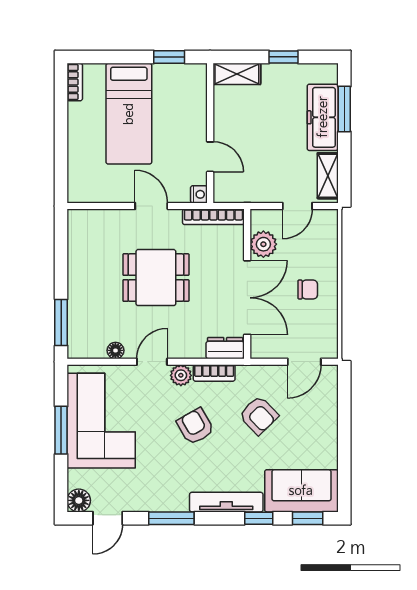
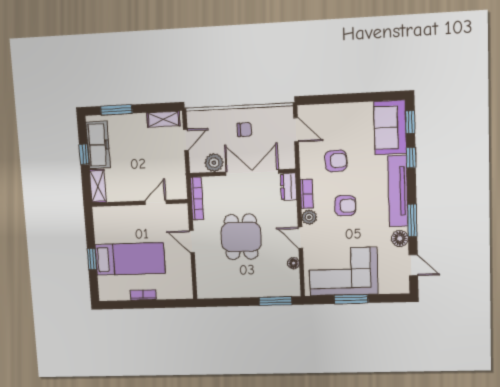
window: (169, 57) -> (92, 259), moved
bookcase: (75, 82) -> (143, 295), moved
freezer: (323, 117) -> (98, 145), moved, turned -90
nightstand: (199, 194) -> (182, 209), removed
door: (151, 206) -> (192, 242), hinge flipped
door: (297, 206) -> (186, 140), hinge flipped
chair: (308, 290) -> (244, 130), turned 90
armchair: (259, 415) -> (336, 161), turned 40
armchair: (195, 426) -> (345, 206), turned -148
floor lamp: (79, 500) -> (400, 238), moved
tv unit: (226, 502) -> (398, 191), width x1.36, depth x1.29

